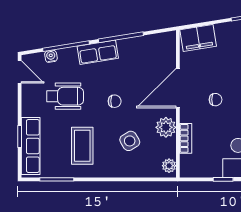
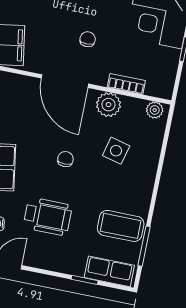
wheelchair: (65, 96) -> (48, 217), turned 90
side table: (130, 141) -> (116, 151), turned 45
row of seats: (31, 146) -> (109, 271), width x0.68
coffee table: (82, 146) -> (121, 226), moved

